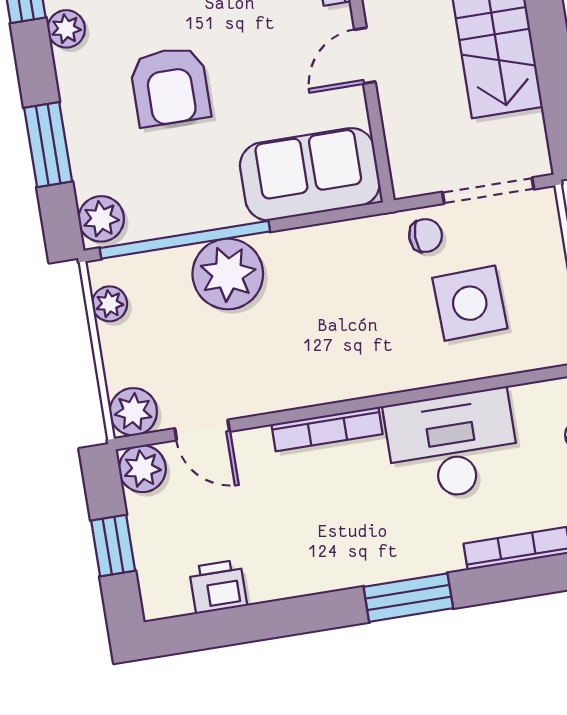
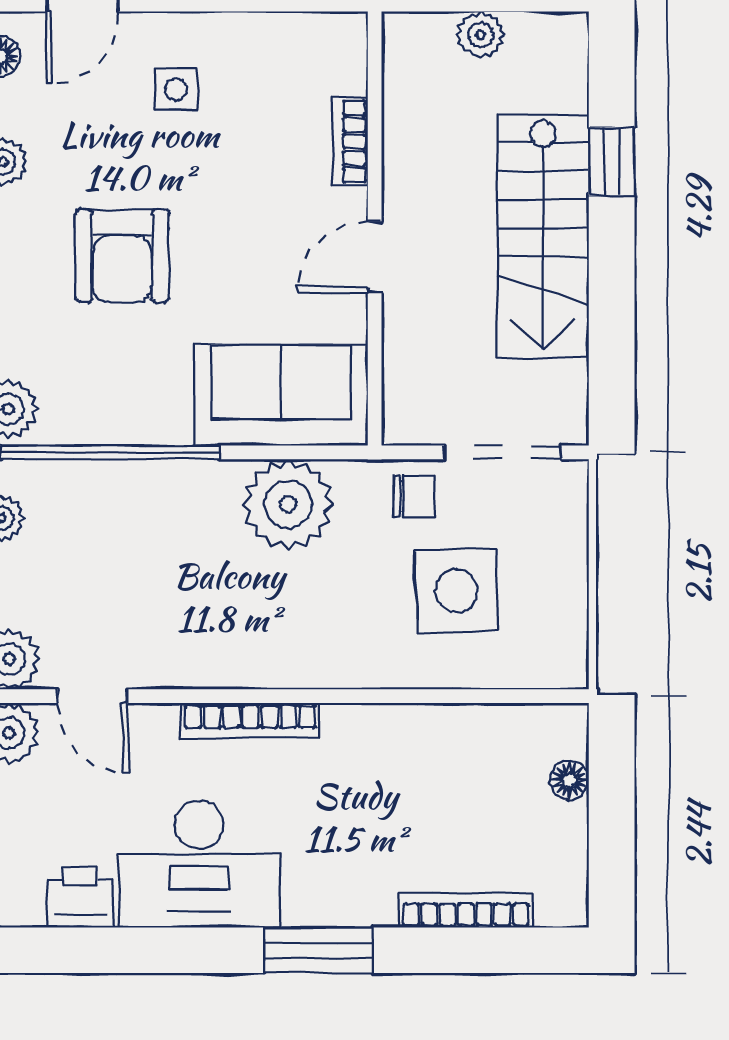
plant: (228, 274) -> (288, 504), moved
desk: (452, 445) -> (199, 864), moved, turned 180

